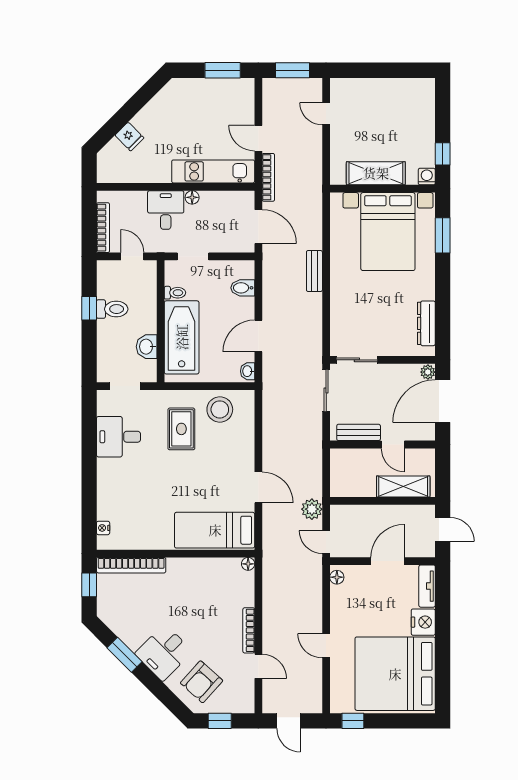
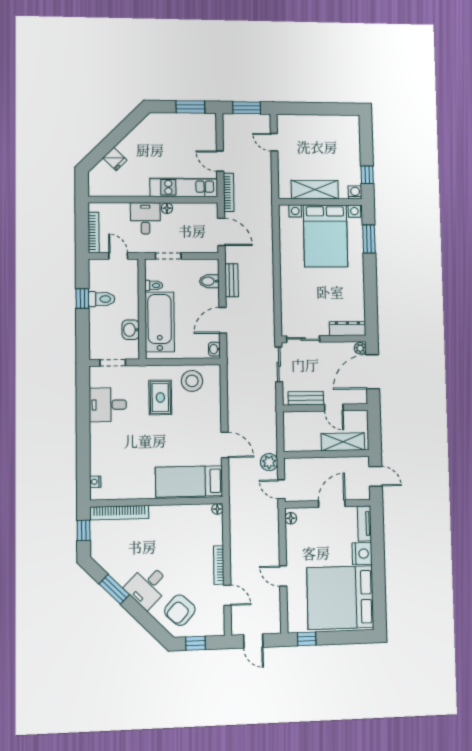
bench: (314, 271) -> (232, 280), moved
dresser: (426, 323) -> (348, 329), moved, turned 90

